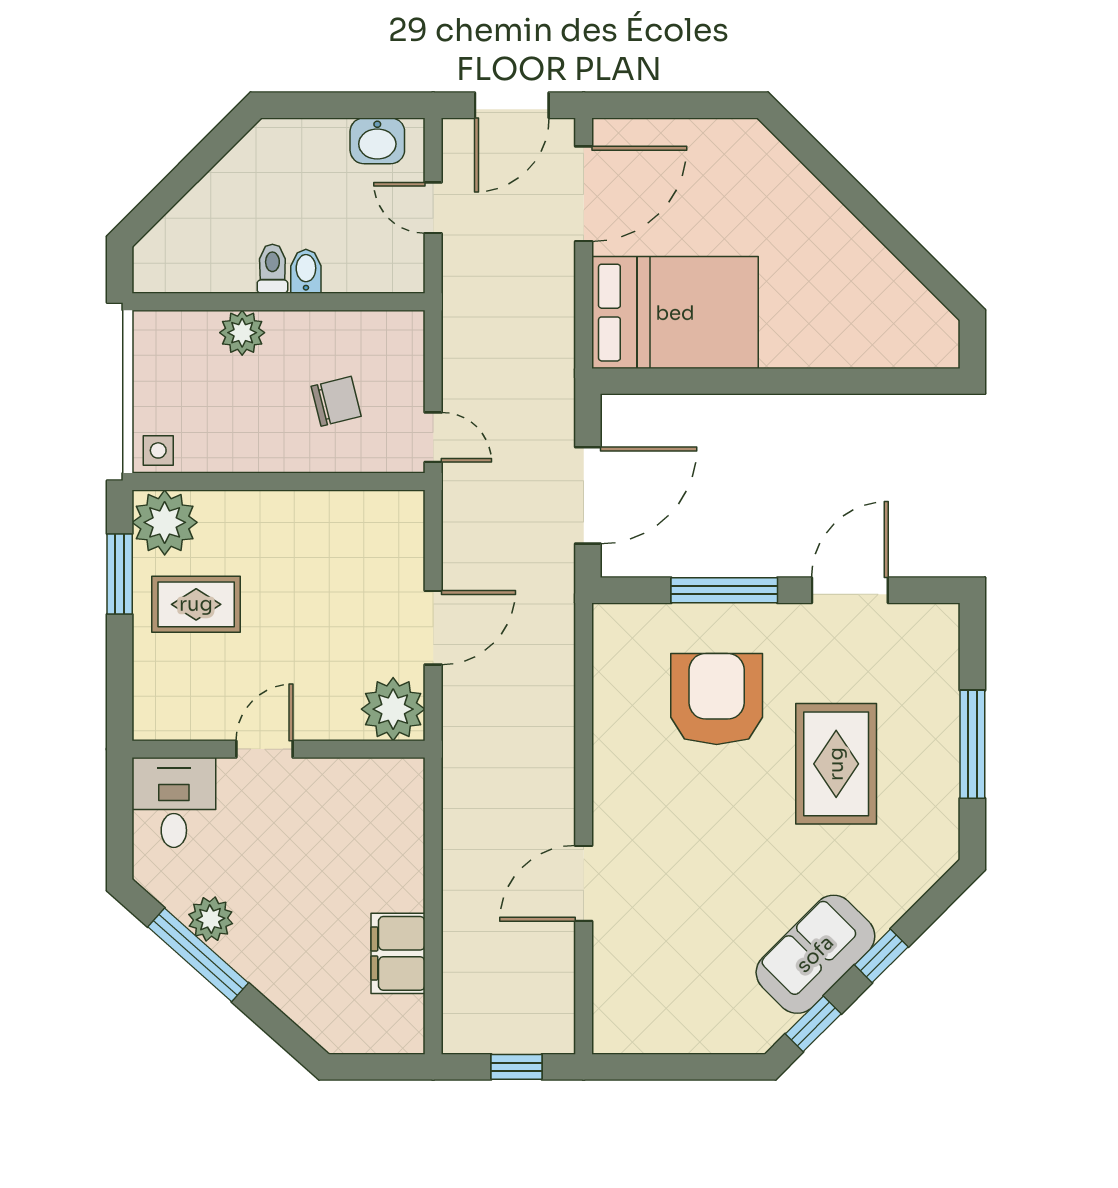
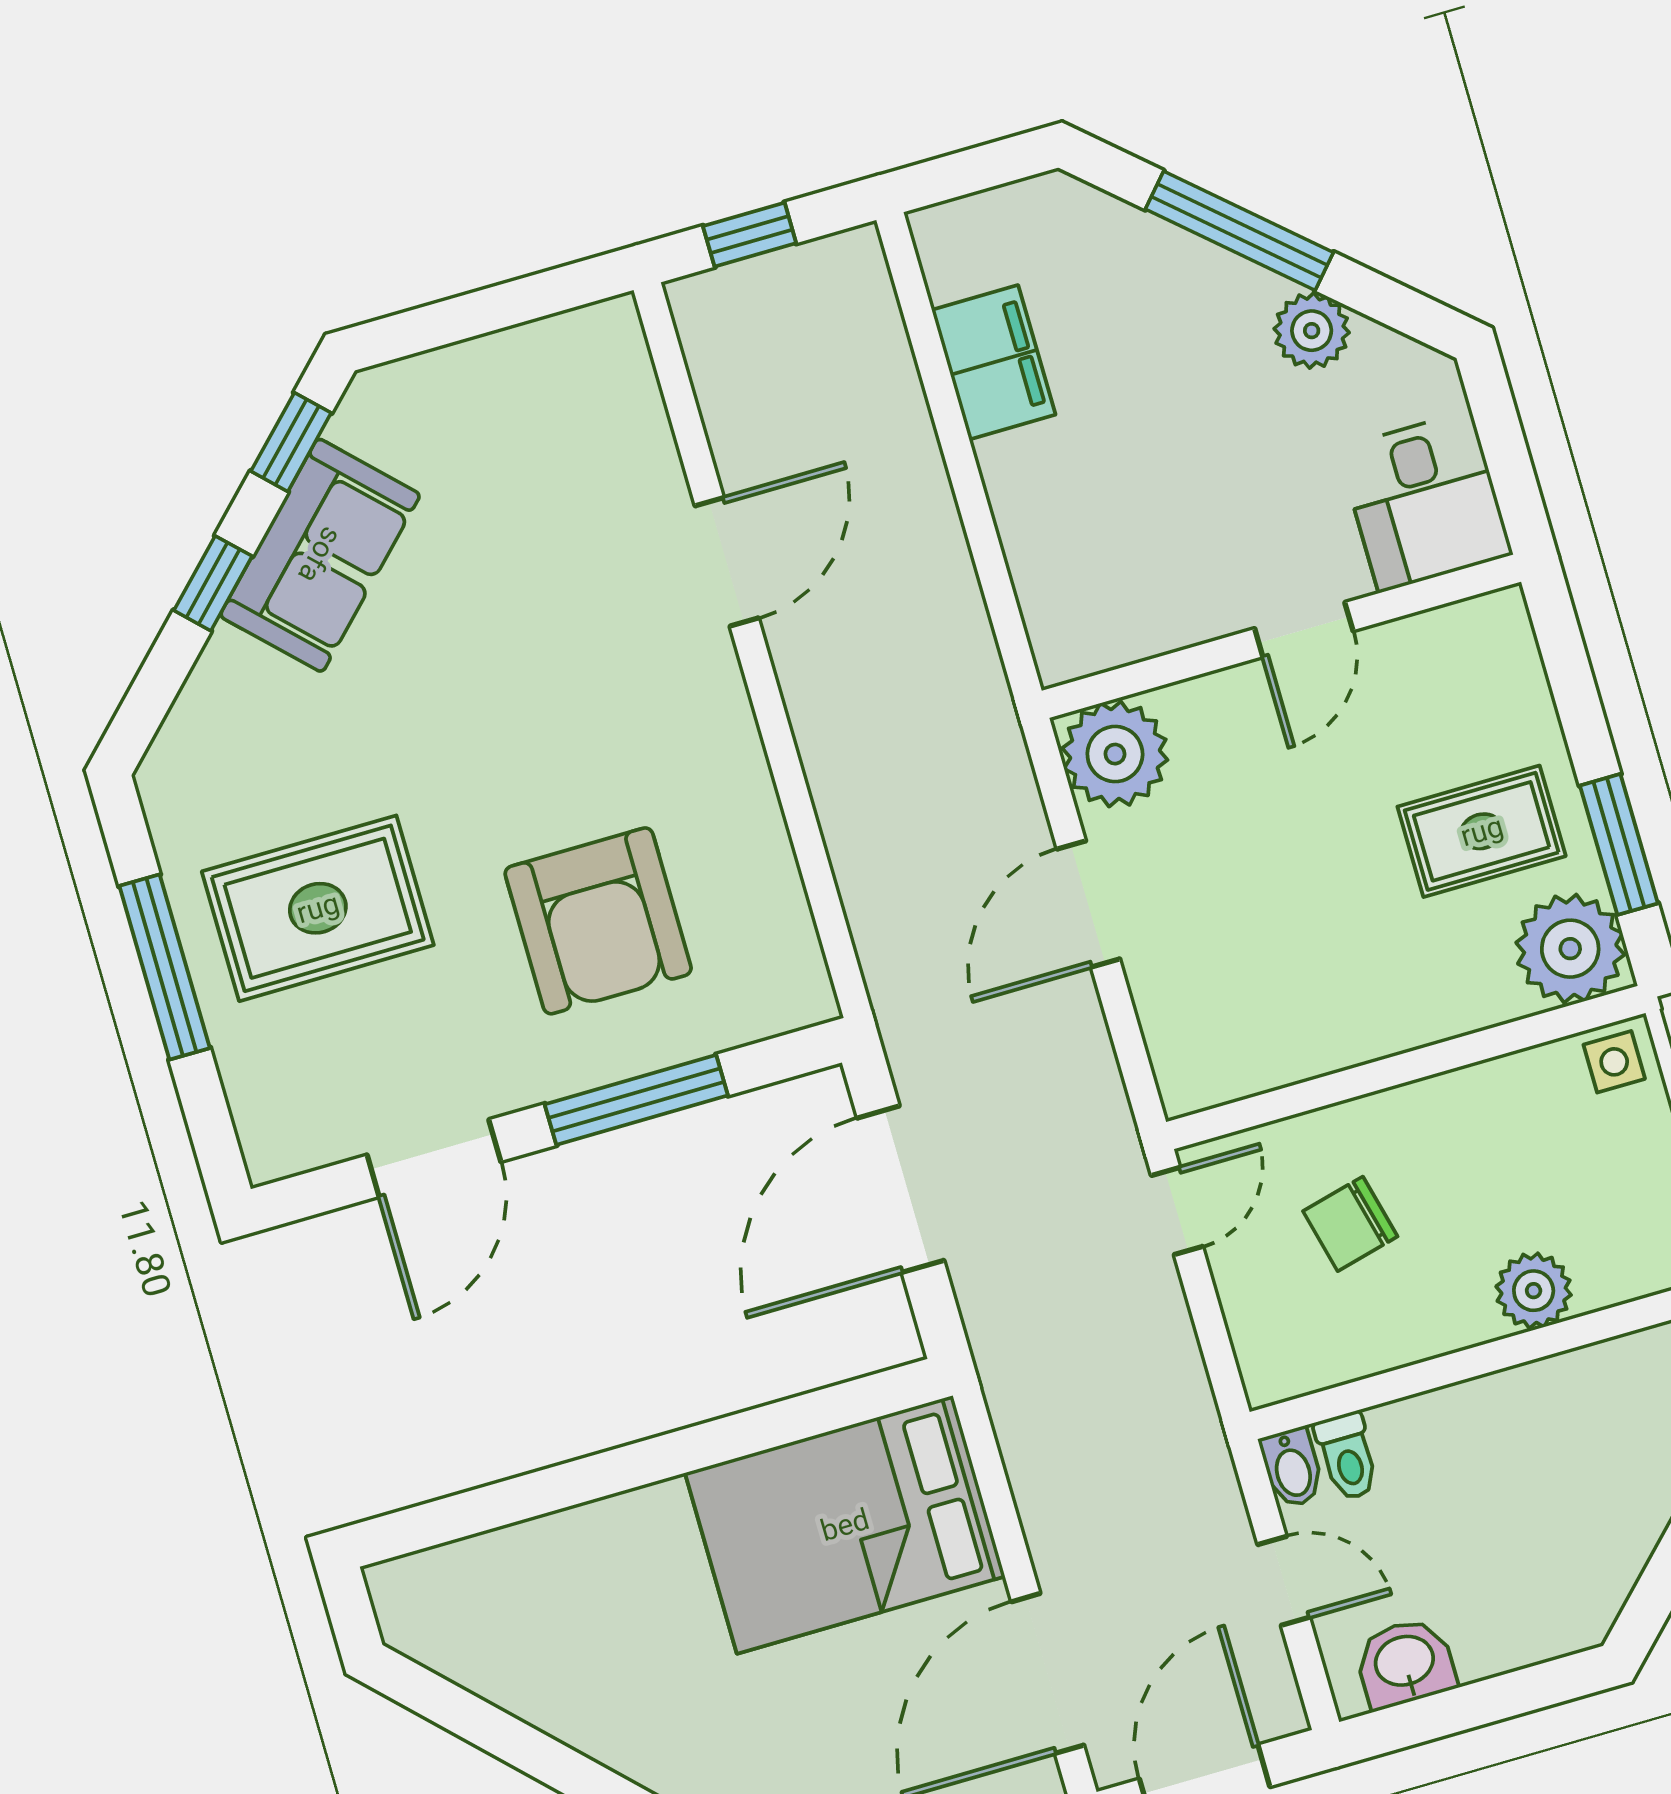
toilet: (272, 269) -> (1347, 1456), moved
bidet: (306, 271) -> (1292, 1468), moved
door: (433, 437) -> (1177, 1211), swing flipped
rug: (836, 764) -> (318, 908), moved, turned 90
window: (198, 955) -> (1239, 231), moved

